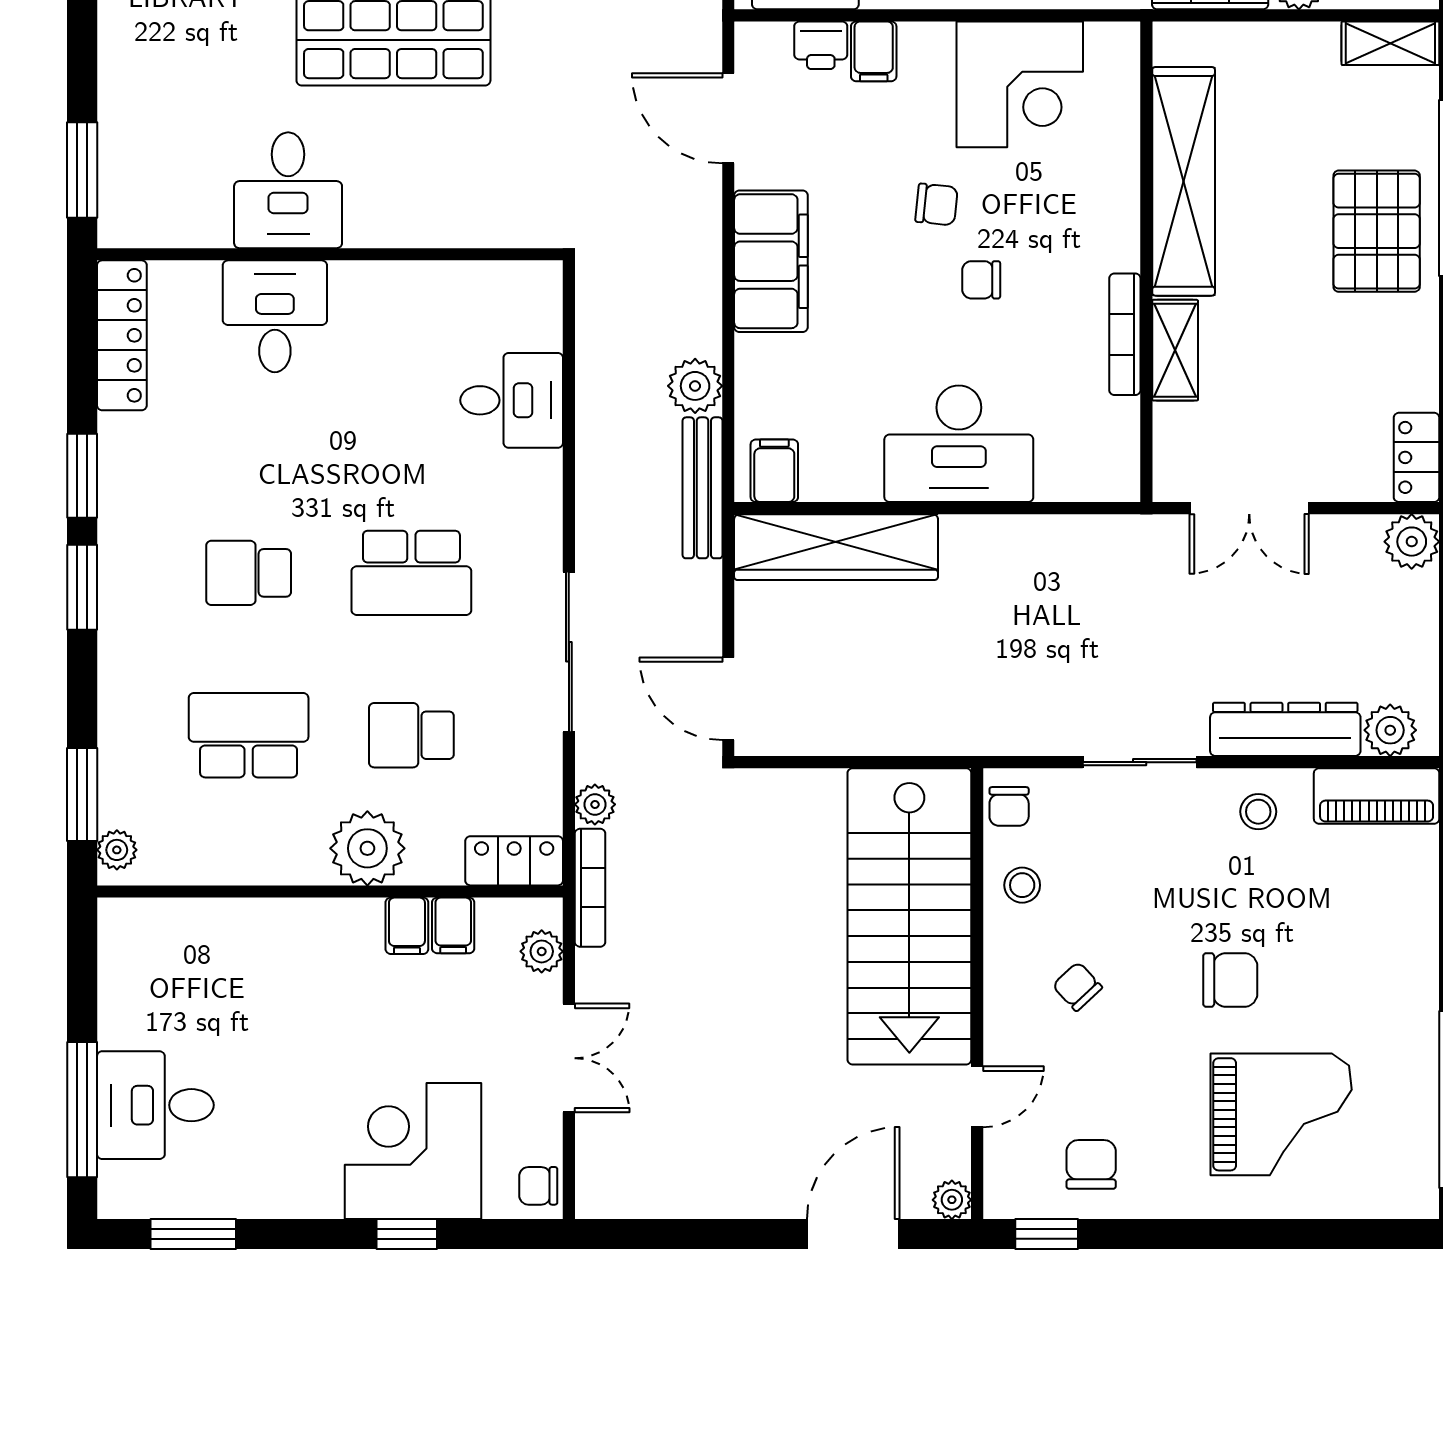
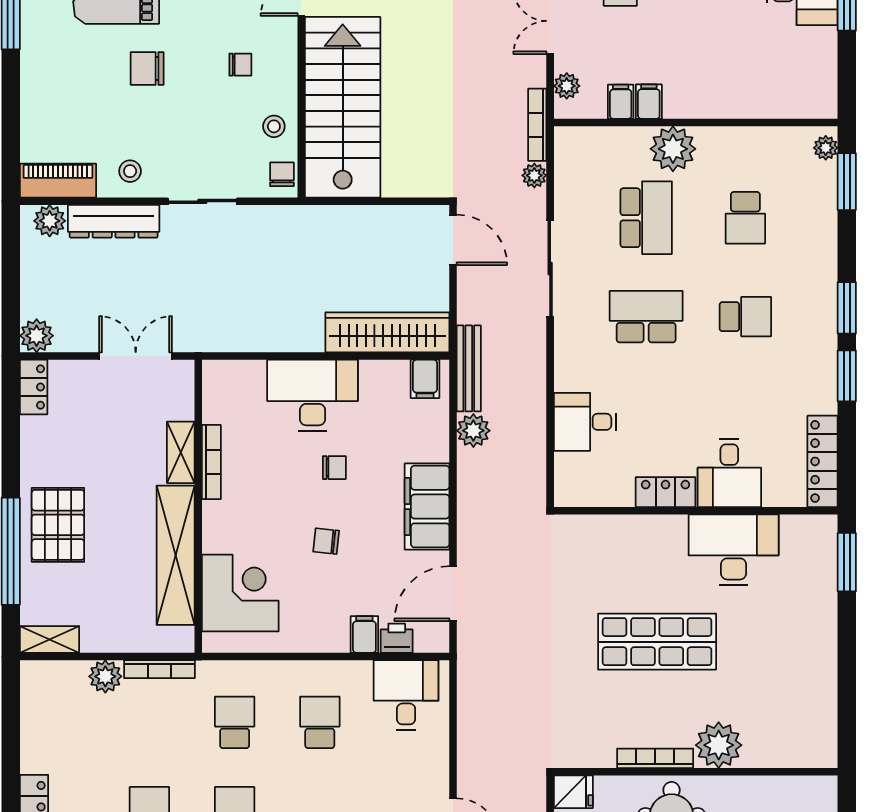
corner desk: (1020, 84) -> (240, 593), moved, turned 90
door: (728, 118) -> (453, 594), swing flipped
desk: (288, 190) -> (734, 550), width x1.37
chair: (981, 280) -> (334, 468), moved
school desk: (249, 735) -> (745, 218), width x0.54
school desk: (411, 735) -> (646, 218), width x1.85
locker: (514, 861) -> (665, 492), moved, turned 180
chair: (1077, 986) -> (240, 65), turned -47

